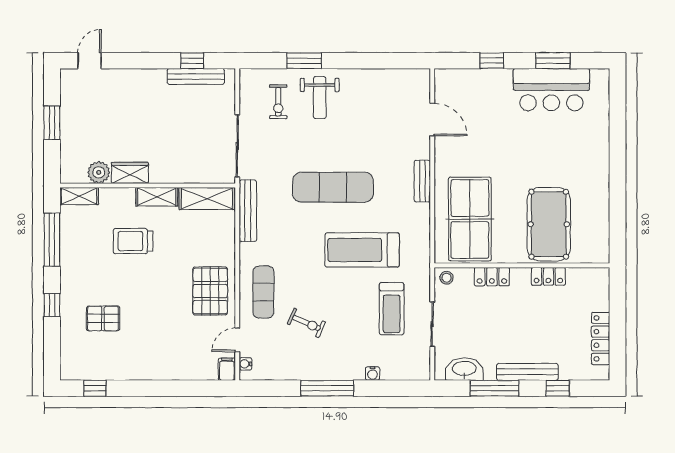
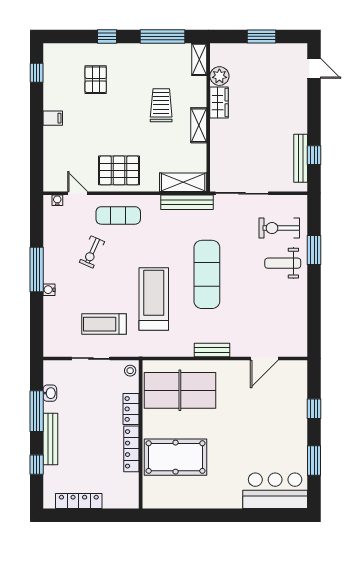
bar counter: (551, 90) -> (275, 491), moved, turned 90
exercise bike: (278, 102) -> (279, 228), width x1.38, depth x1.39
shelving: (207, 199) -> (183, 182), moved, turned 90
locker: (548, 276) -> (131, 449), width x1.53
filing cabinet: (227, 369) -> (53, 118), moved
washbasin: (464, 369) -> (50, 393), width x0.52, depth x0.69
water cooler: (373, 374) -> (49, 290), moved

